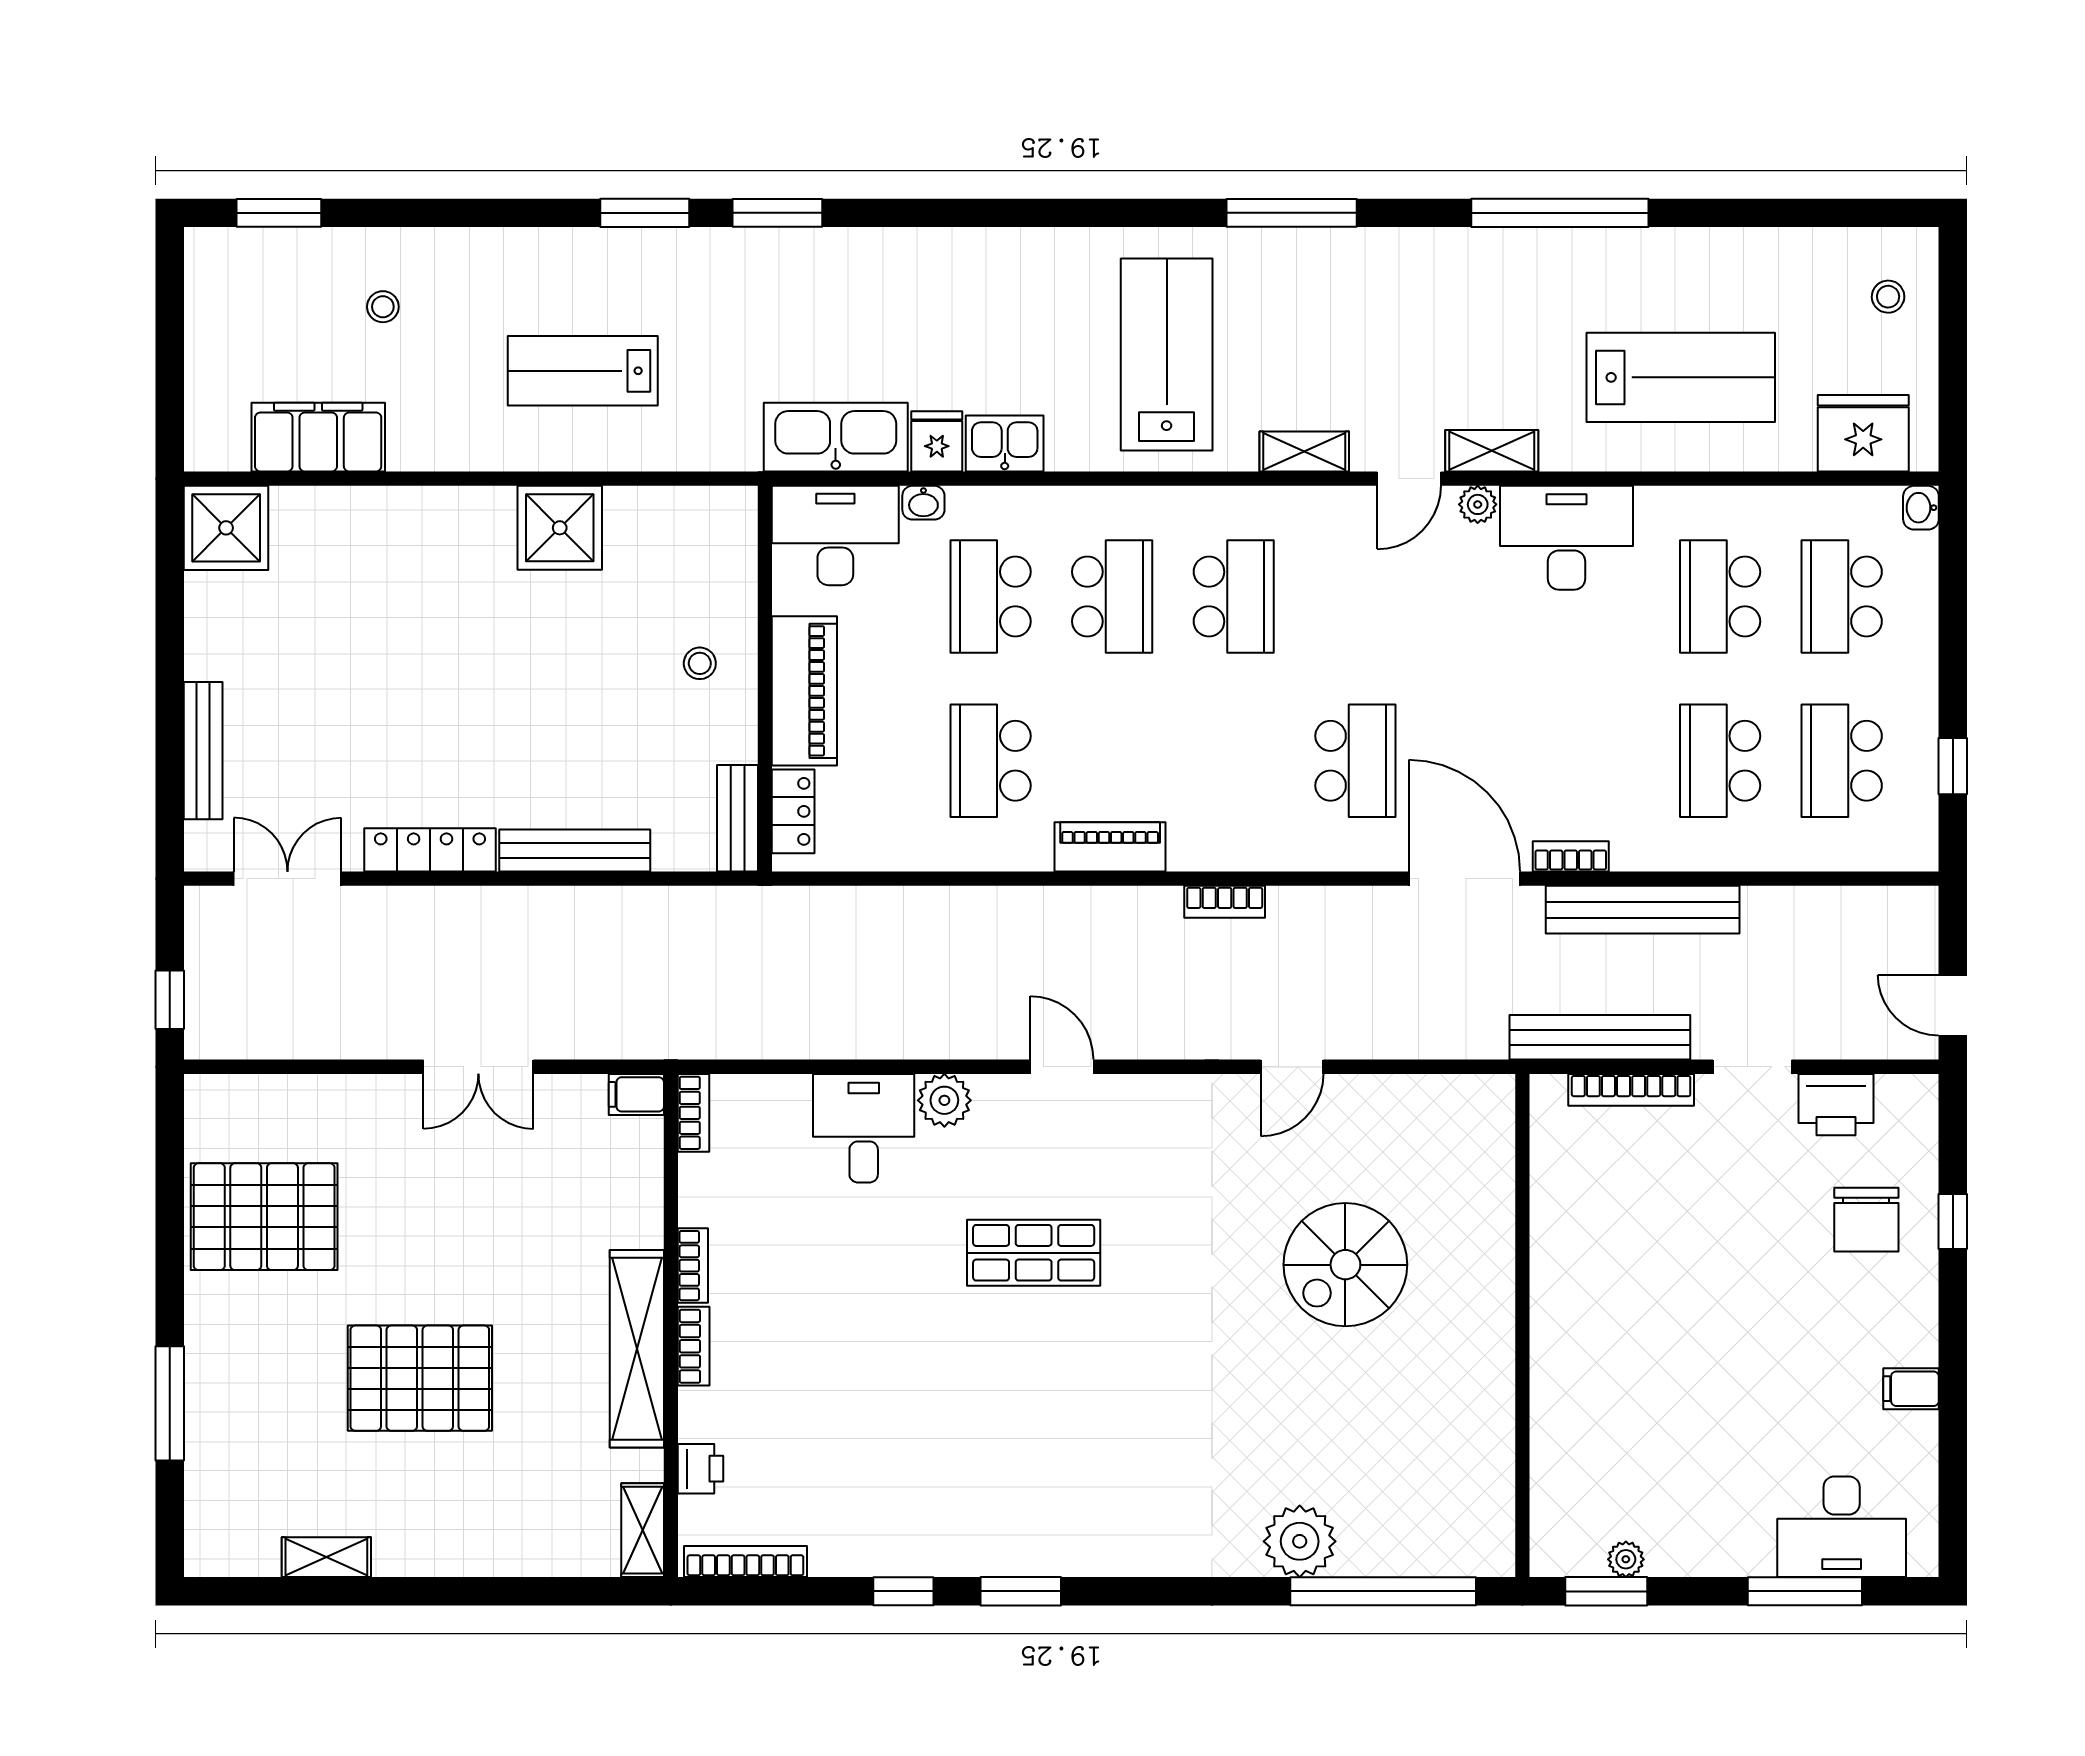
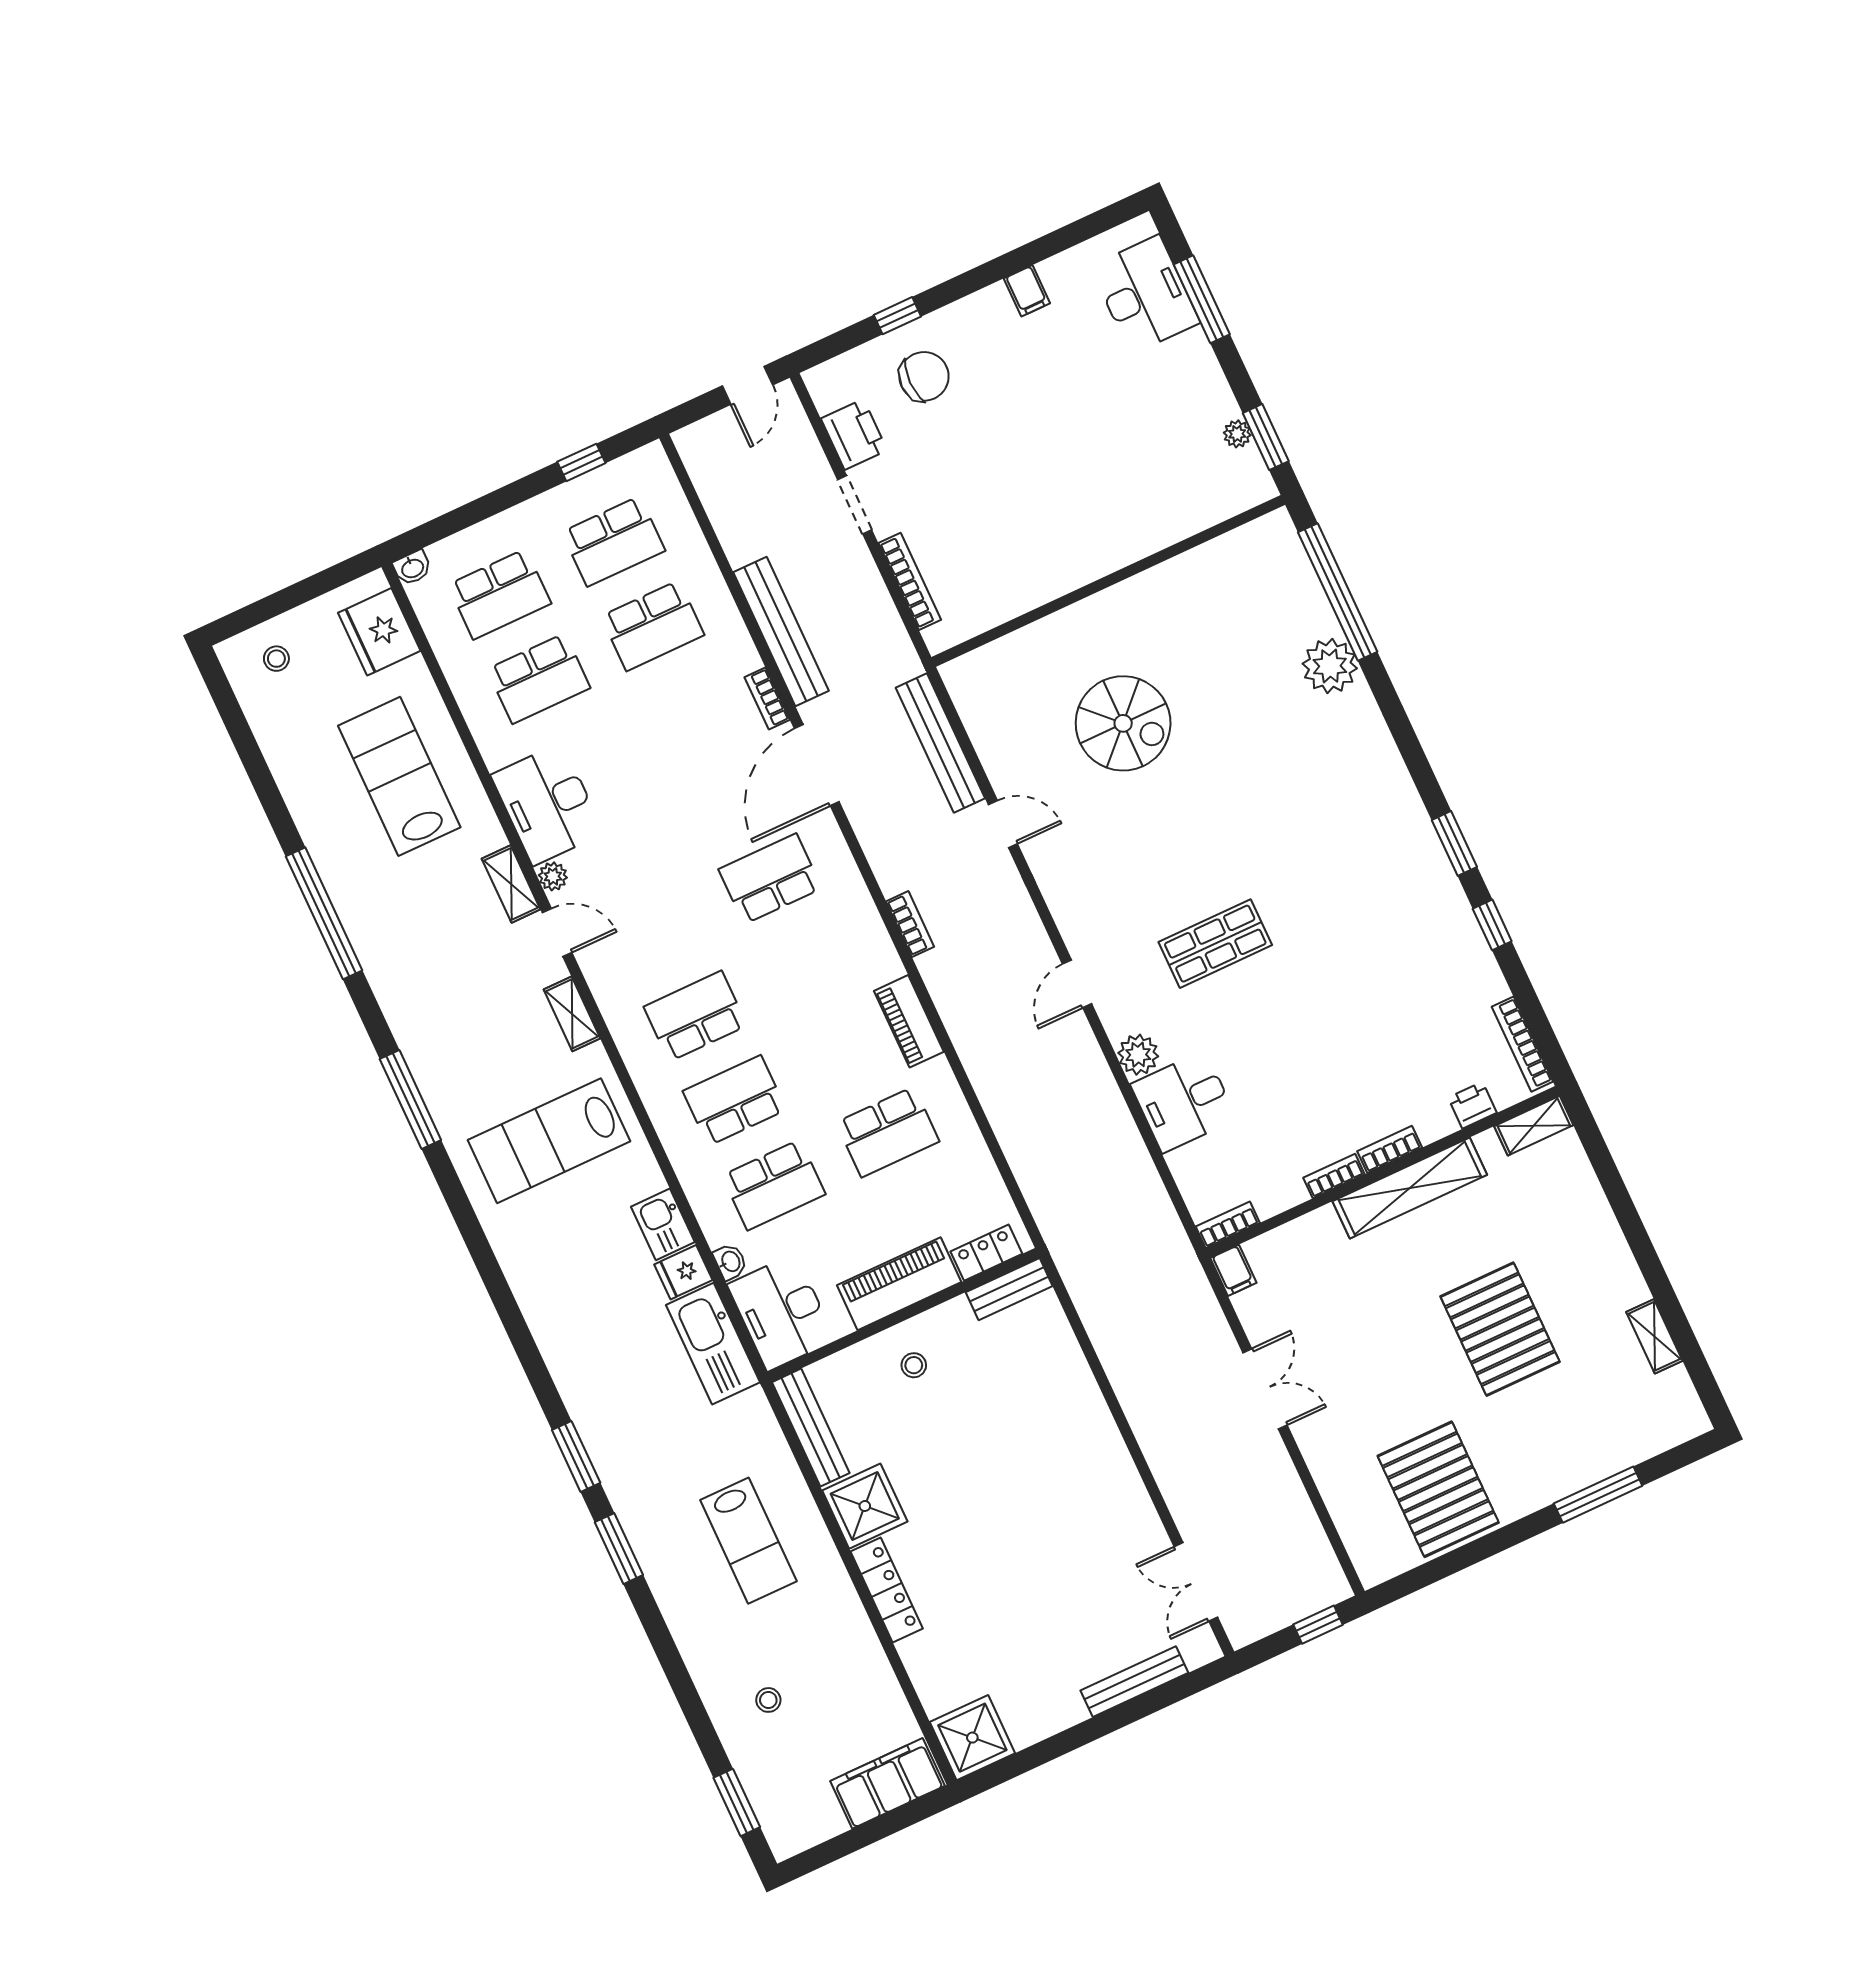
filing cabinet: (318, 437) -> (888, 1783), moved, turned 90
locker: (430, 850) -> (887, 1590), moved, turned 180
bench: (575, 850) -> (811, 1428), moved
bench: (1600, 1037) -> (940, 743), moved
shop shelf: (1034, 1253) -> (1215, 944), turned 90

